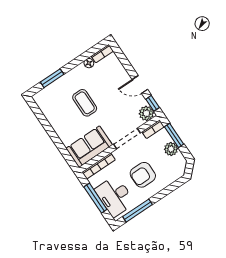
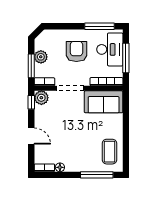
window: (52, 78) -> (97, 175), width x1.44
door: (140, 84) -> (31, 136), moved
coffee table: (85, 103) -> (109, 152), moved
armchair: (143, 175) -> (76, 51), turned -90

